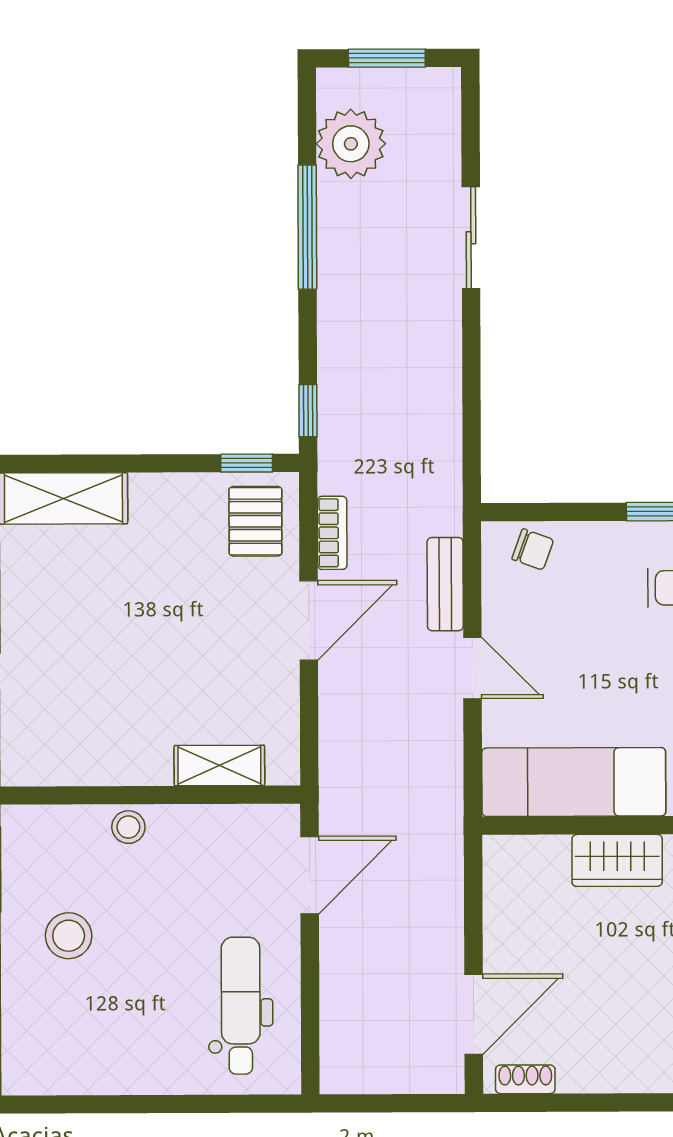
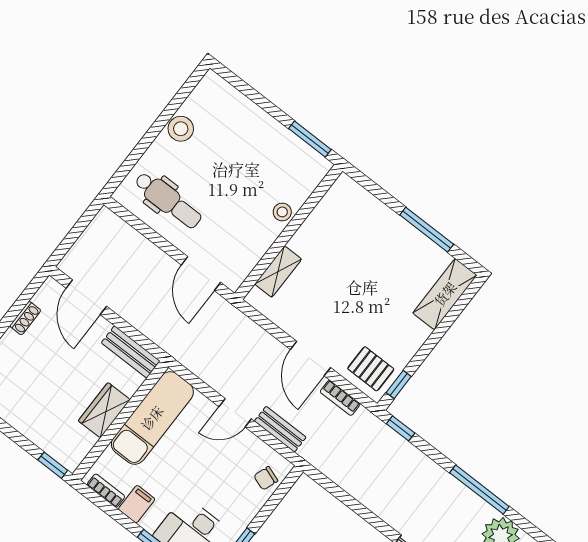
bench: (503, 888) -> (131, 352), added
stool: (69, 936) -> (181, 129), moved
shoe rack: (525, 1079) -> (25, 318), moved

